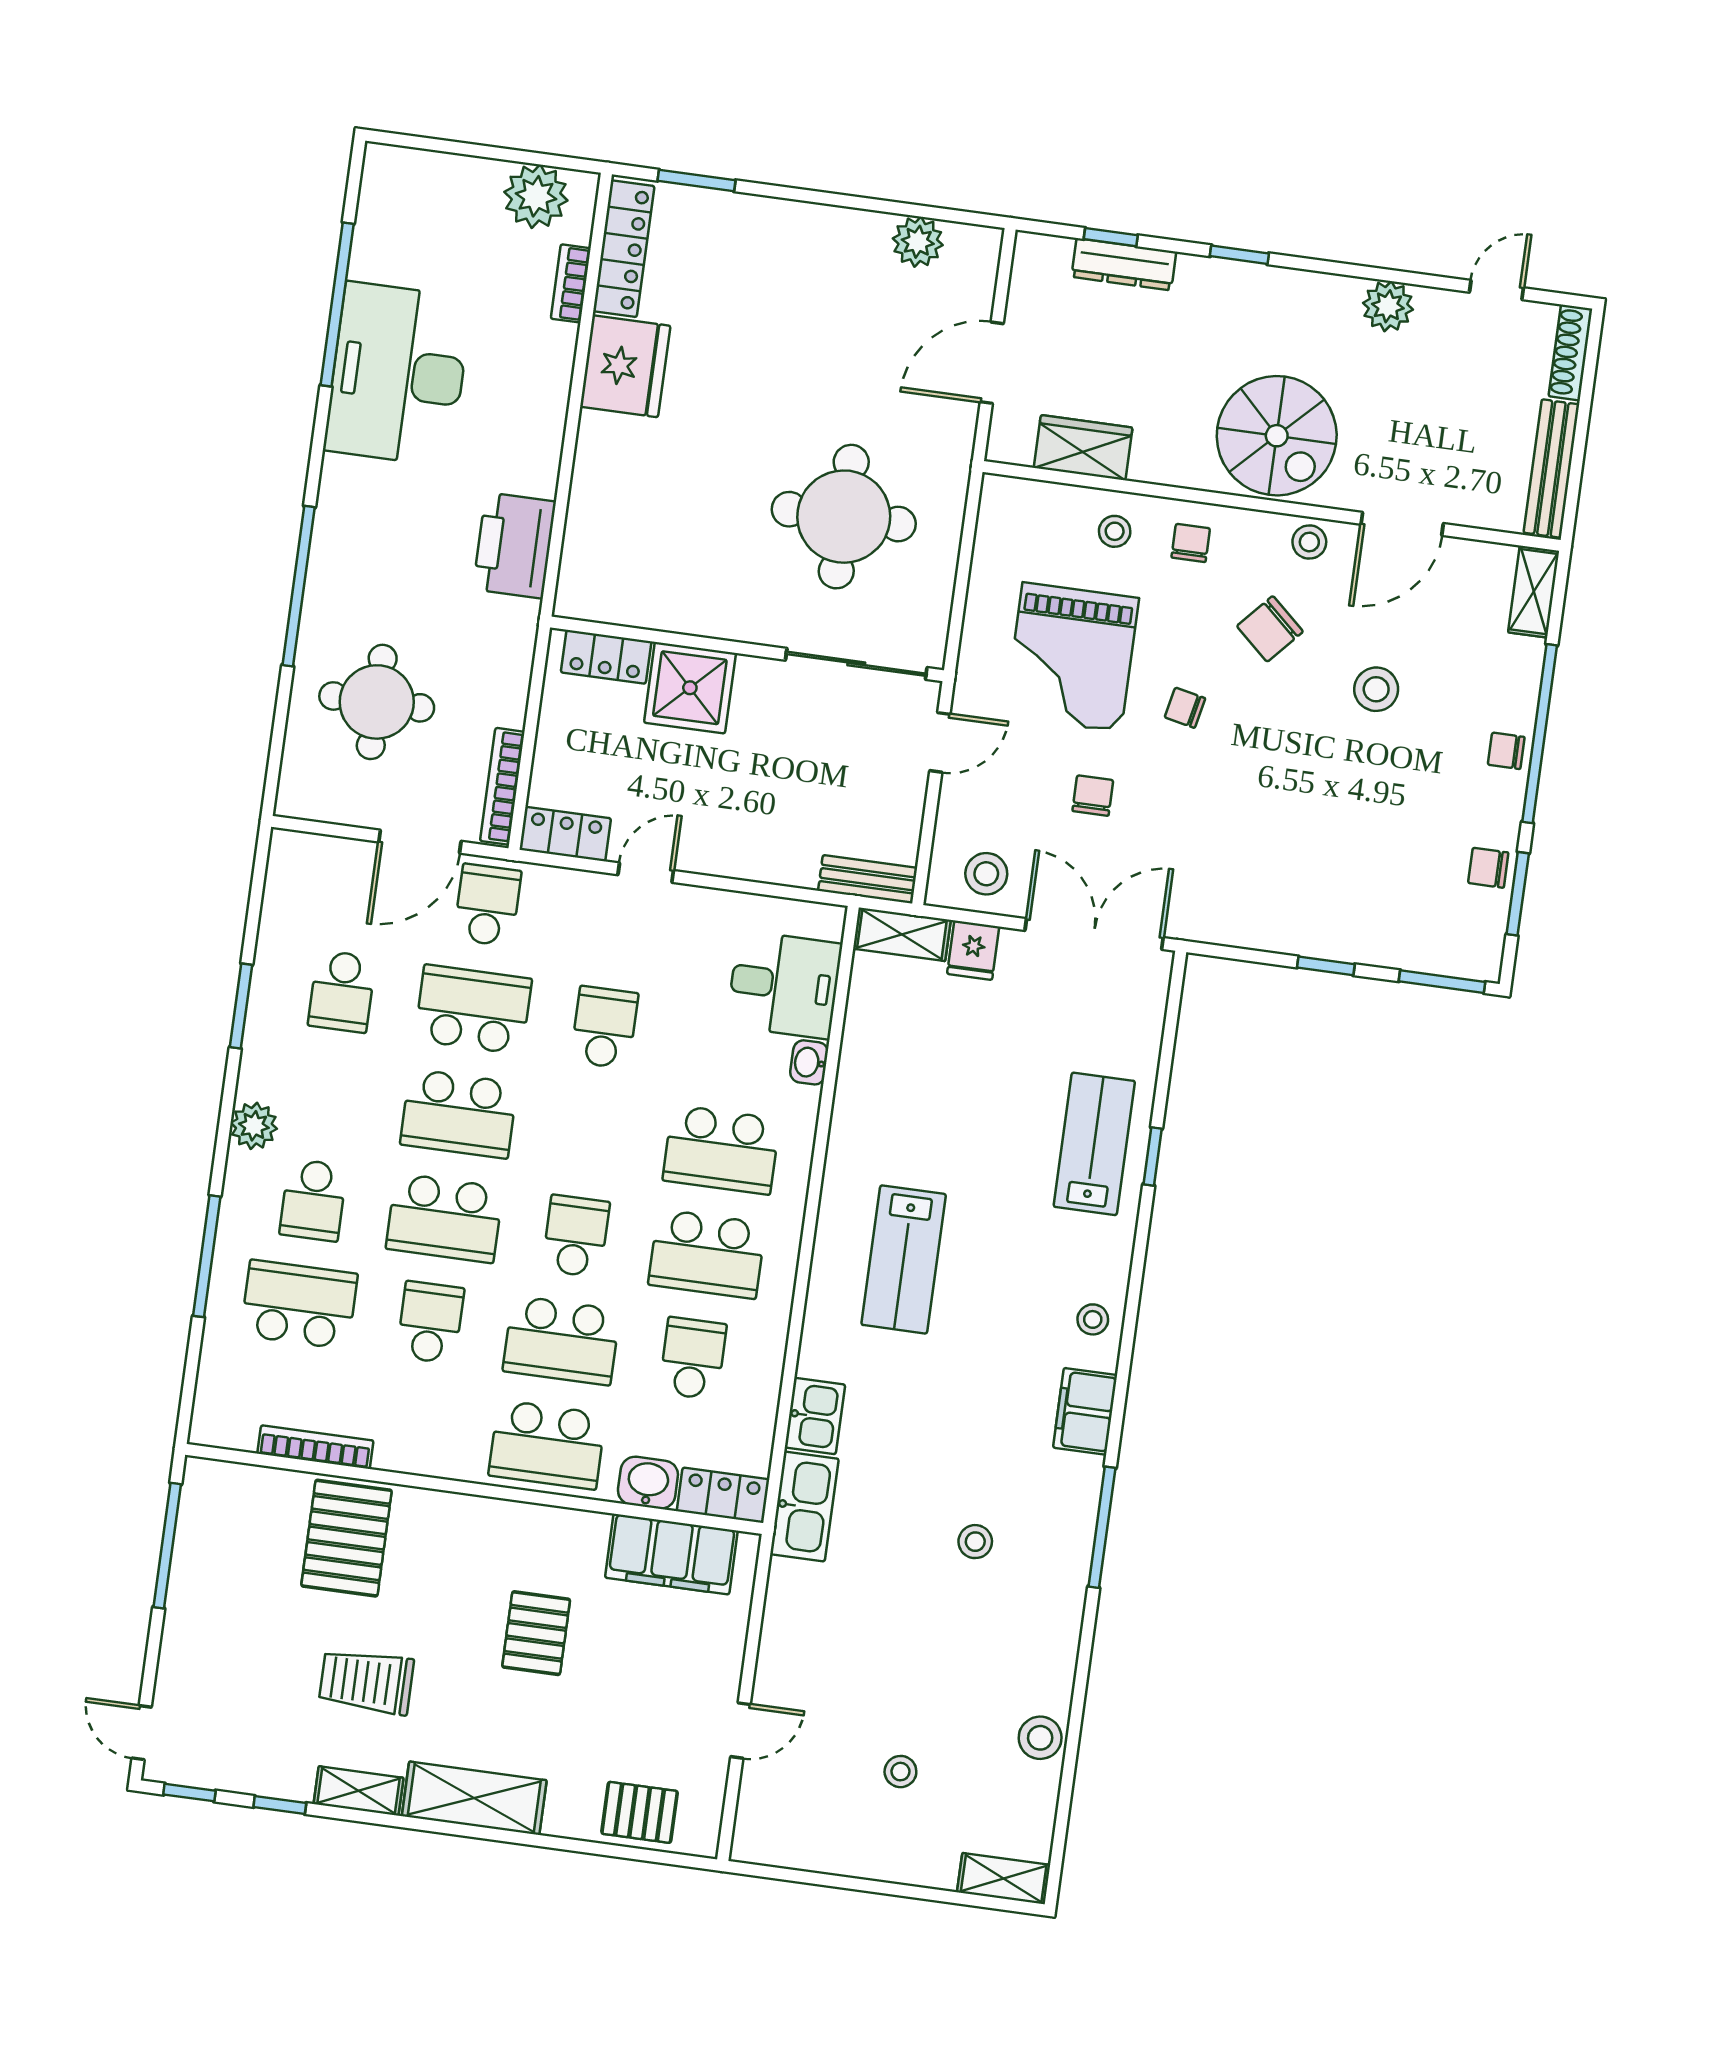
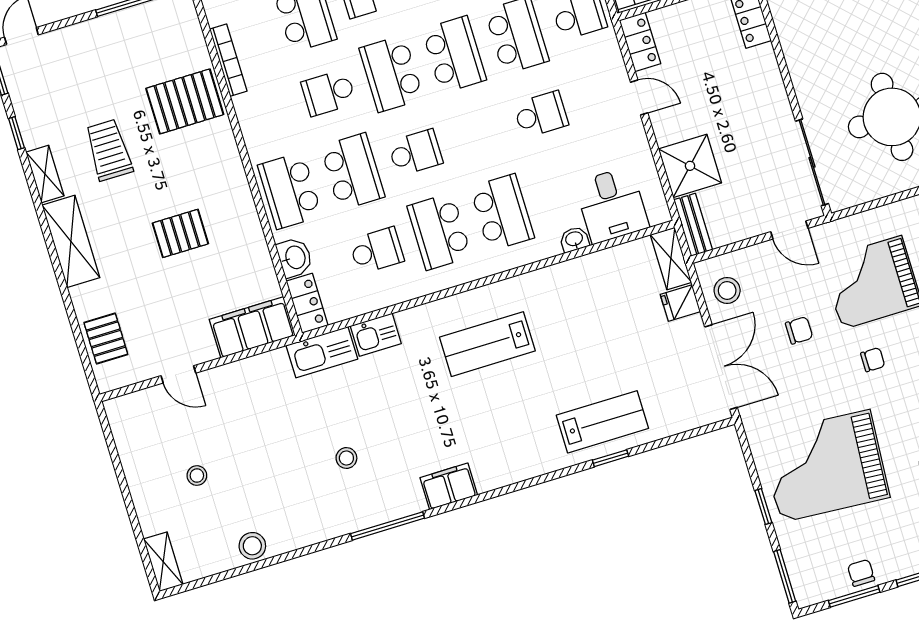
shower: (690, 688) -> (690, 166), moved
chair: (1185, 708) -> (873, 360), turned 78
grand piano: (1308, 849) -> (825, 466), added
school desk: (459, 1114) -> (454, 55), turned 180
school desk: (721, 1150) -> (502, 212), turned 180
stool: (1093, 1319) -> (503, 467), removed
school desk: (430, 1322) -> (329, 93), turned 180
school desk: (561, 1340) -> (353, 172), turned 180
filing cabinet: (671, 1554) -> (252, 327), moved, turned 90

